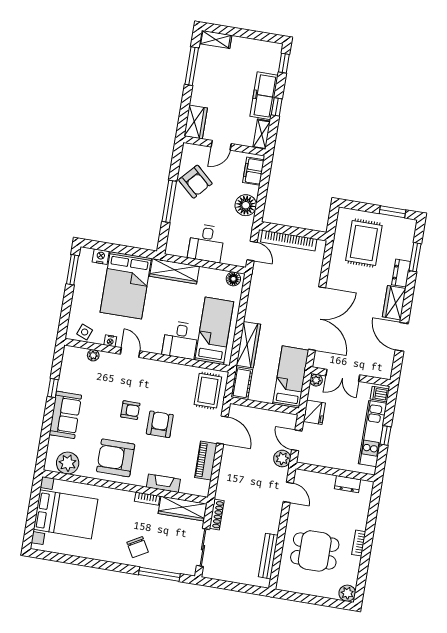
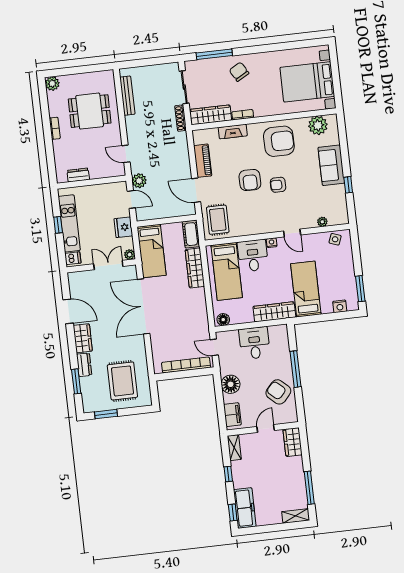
freezer: (264, 96) -> (245, 508), moved
bed: (126, 285) -> (306, 289), width x0.67
nightstand: (110, 341) -> (272, 243), moved

